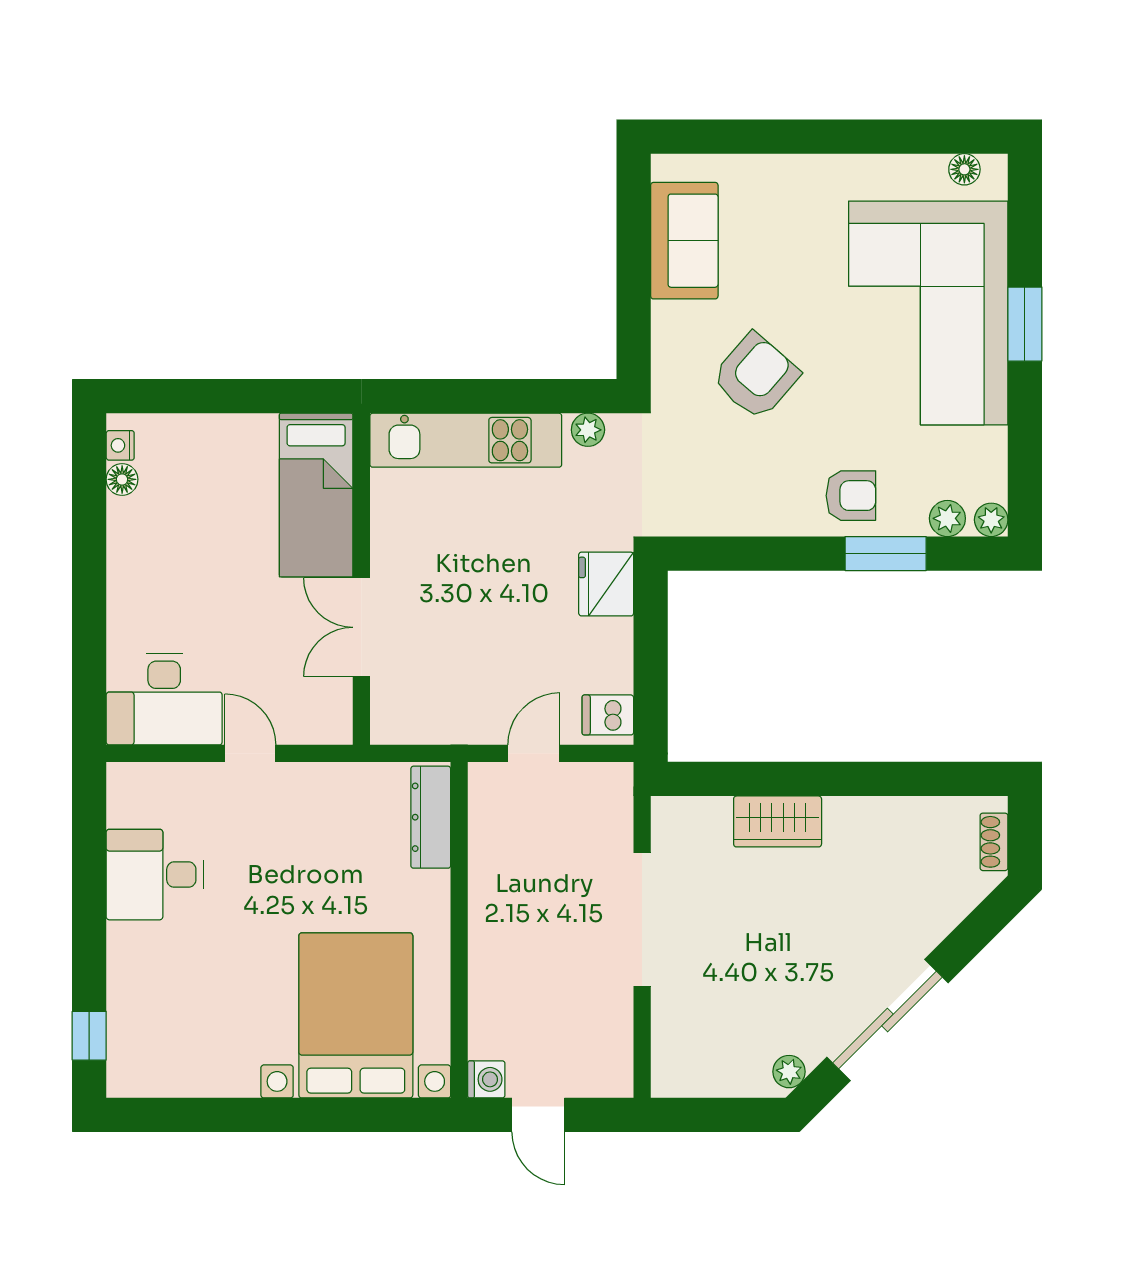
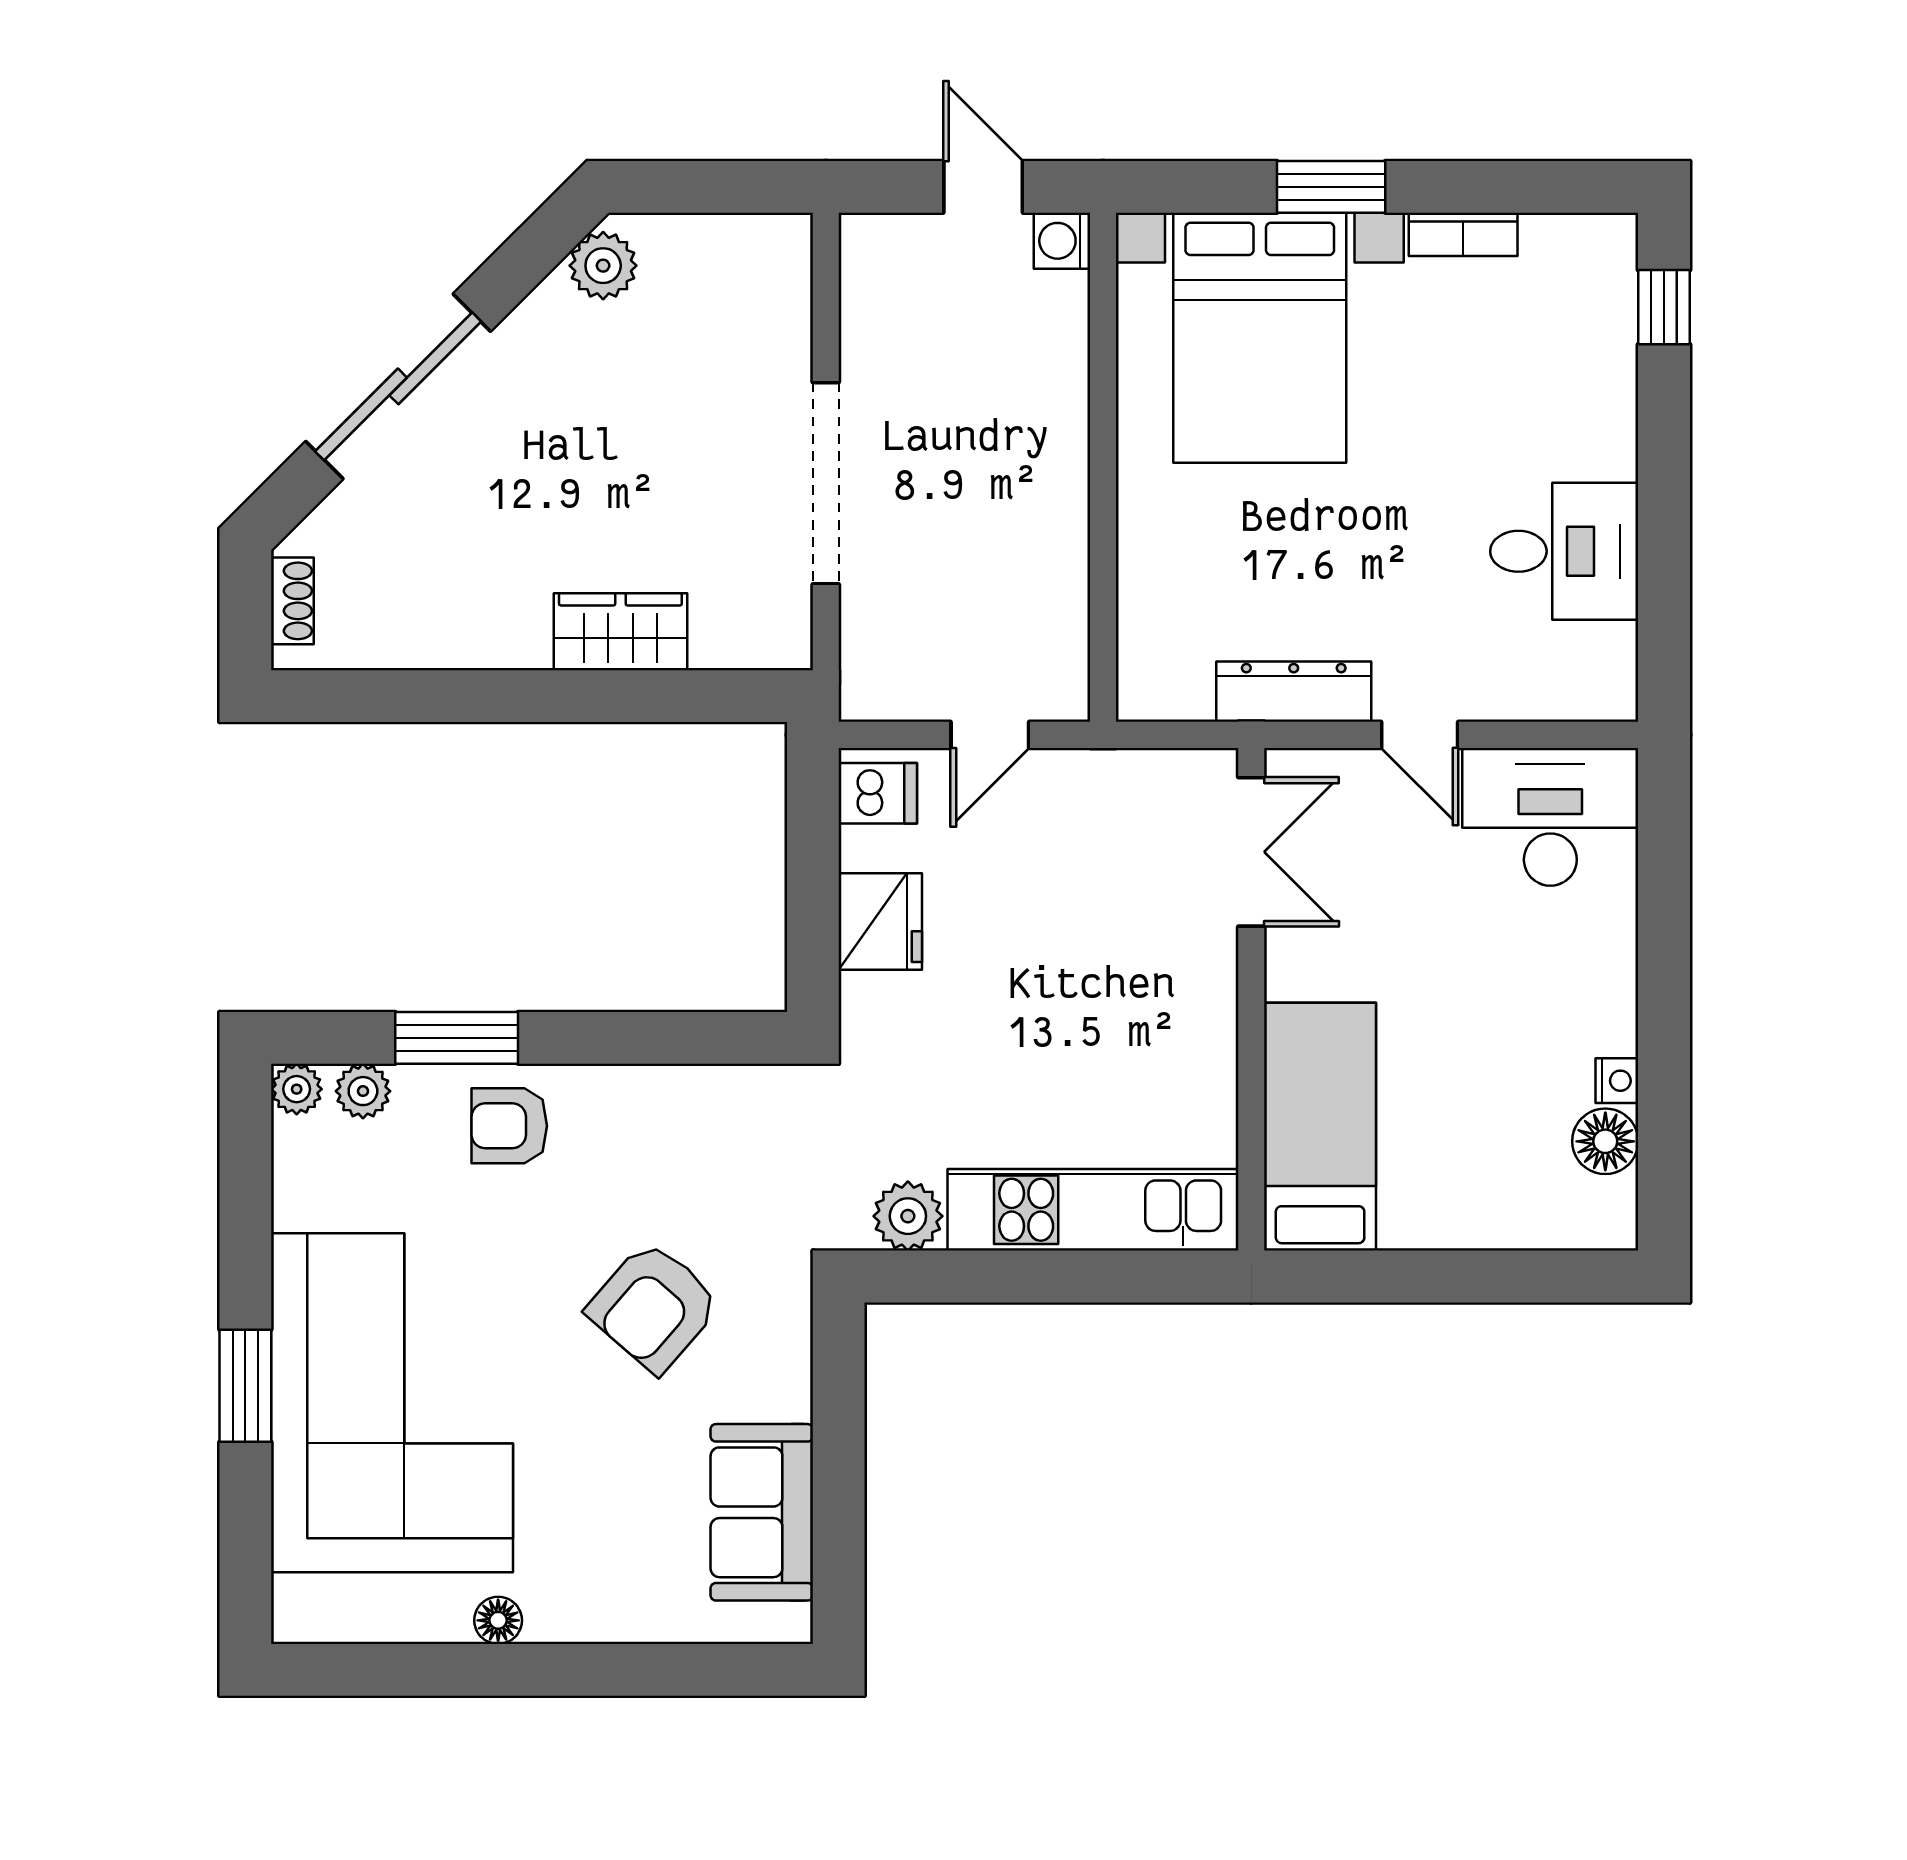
floor lamp: (964, 169) -> (498, 1620), moved
plant: (588, 430) -> (908, 1216), width x1.38, depth x1.38
nightstand: (120, 445) -> (1617, 1081), moved
floor lamp: (122, 479) -> (1605, 1141), width x1.37, depth x1.37
fridge: (606, 584) -> (880, 922), moved
double door: (361, 627) -> (1251, 852), moved
dresser: (431, 817) -> (1294, 692), moved, turned -90
sliding door: (887, 1020) -> (398, 386), moved
plant: (789, 1072) -> (603, 266), width x1.38, depth x1.38
bookcase: (222, 1084) -> (1463, 234), added
window: (309, 1115) -> (1331, 187), added

